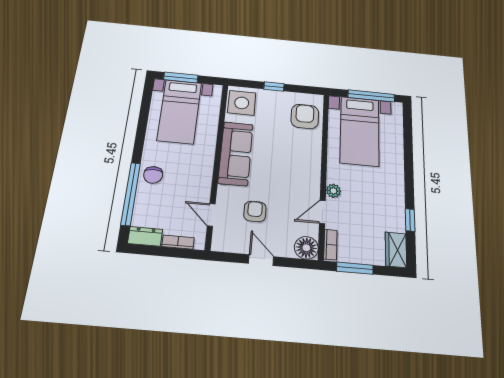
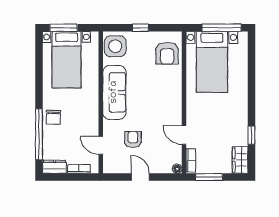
armchair: (305, 116) -> (167, 53), turned 180
plant: (333, 191) -> (192, 117), removed
door: (322, 212) -> (184, 135), hinge flipped
floor lamp: (306, 248) -> (177, 169), width x0.53, depth x0.53

